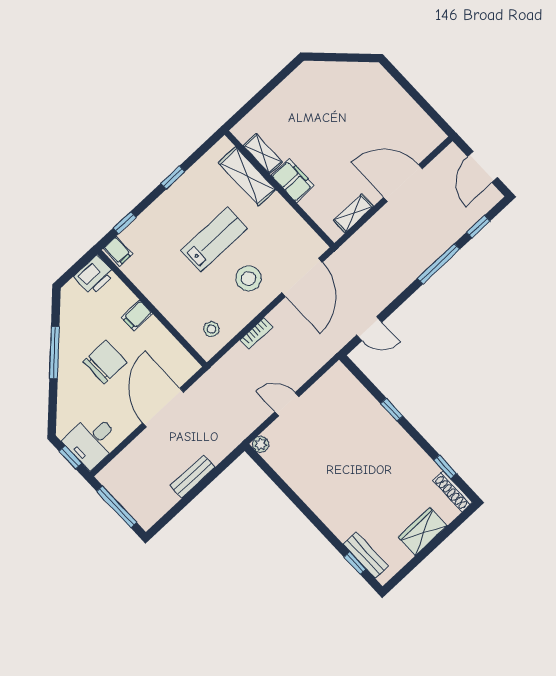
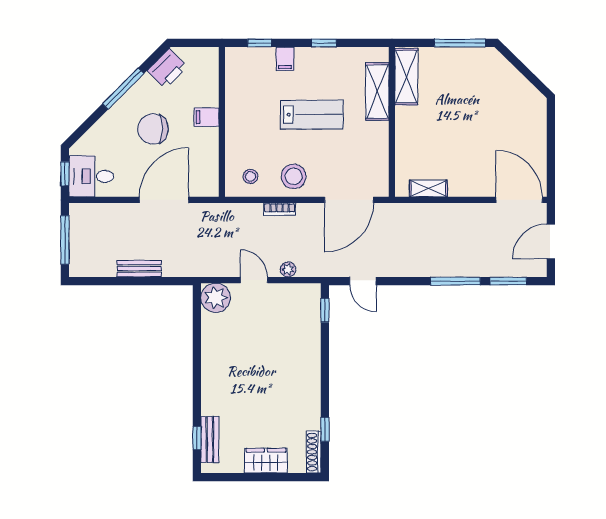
window: (275, 82) -> (460, 43), added
shelving: (263, 154) -> (406, 77), width x1.50, depth x1.33
filing cabinet: (293, 180) -> (407, 125), removed
door: (403, 183) -> (519, 200), moved
window: (478, 227) -> (508, 281), width x1.50
filing cabinet: (118, 251) -> (285, 59), moved
printer: (94, 275) -> (167, 69), moved, turned -45
stool: (248, 278) -> (294, 176), moved
chair: (105, 362) -> (153, 129), turned 180
plant: (305, 372) -> (288, 269), added
window: (392, 410) -> (325, 310), moved
plant: (261, 444) -> (216, 298), width x1.87, depth x1.87

